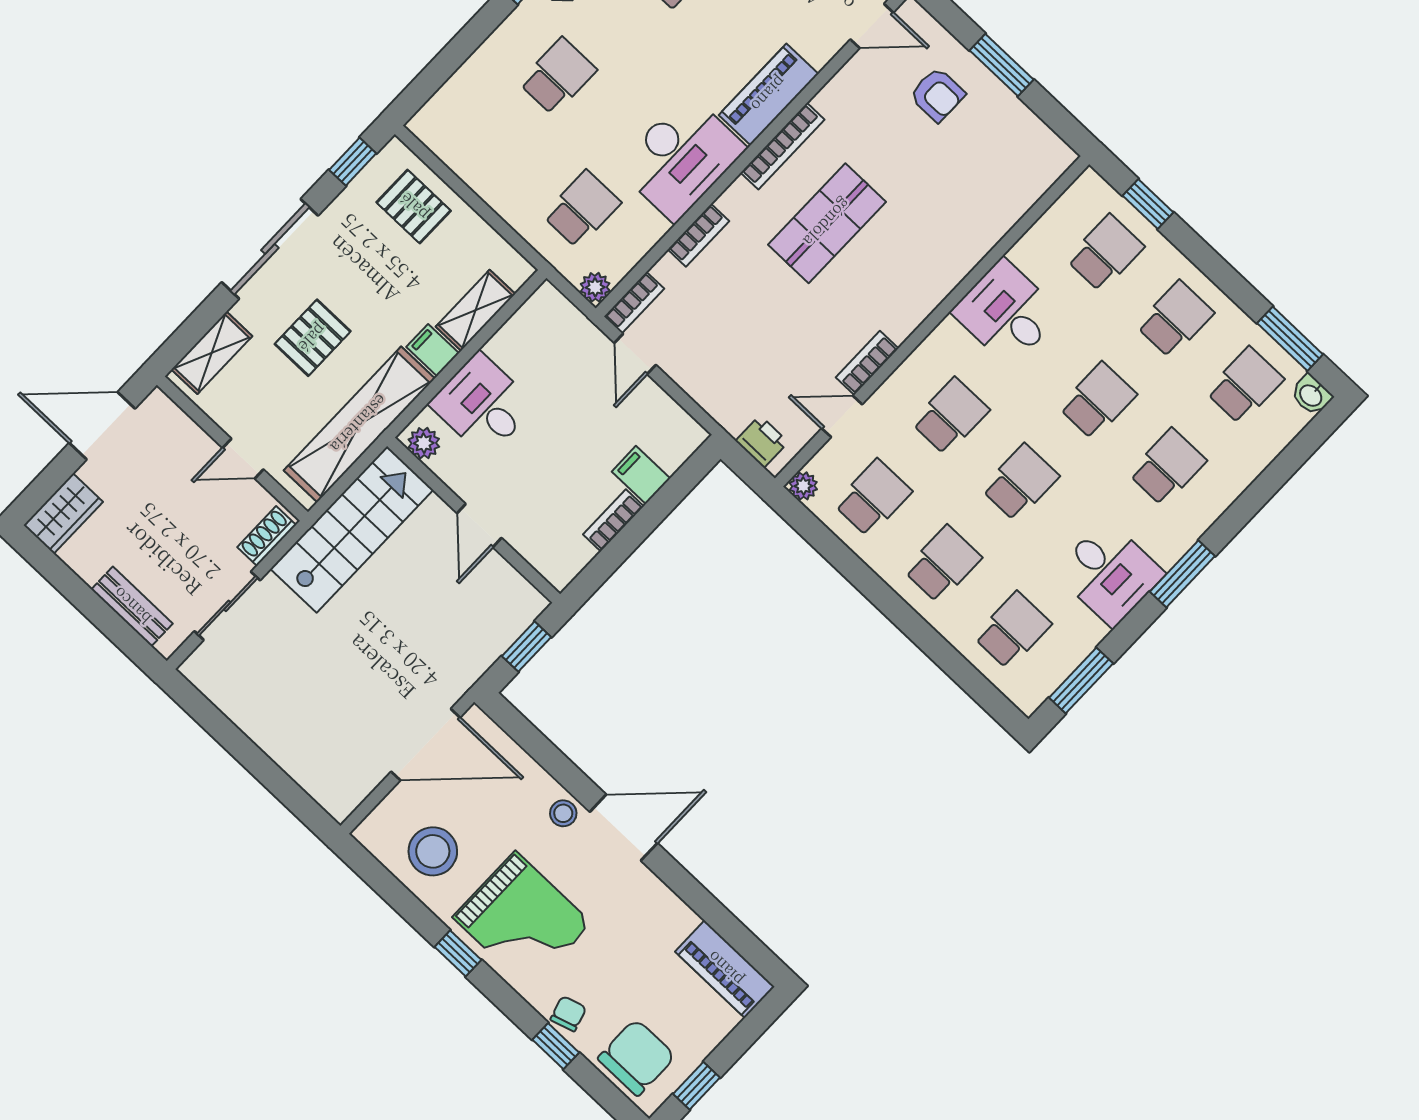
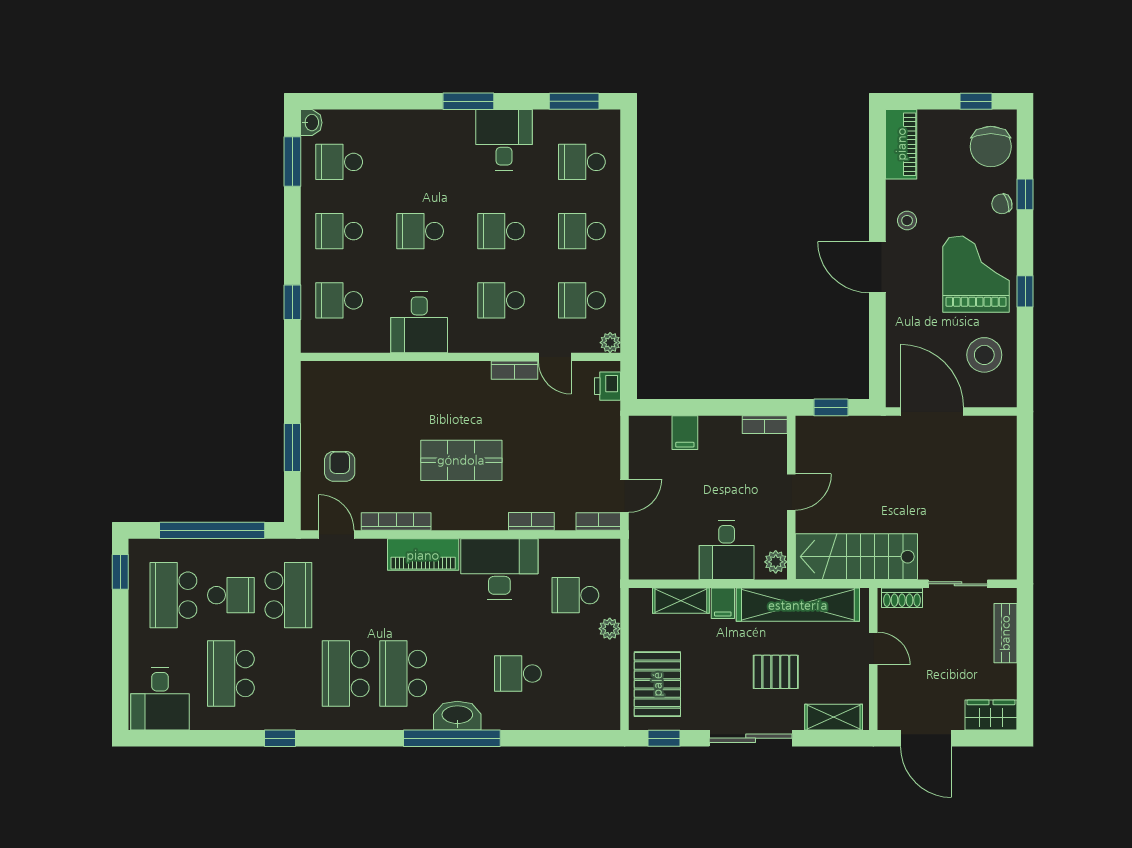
bookcase: (783, 146) -> (396, 522), moved
pallet: (414, 207) -> (657, 684), width x1.50, depth x1.42
plant: (595, 287) -> (610, 629), moved
school desk: (1167, 467) -> (420, 162), removed
bookcase: (613, 520) -> (765, 425), moved
stool: (563, 813) -> (907, 221), moved
chair: (637, 1057) -> (991, 147), turned -90

